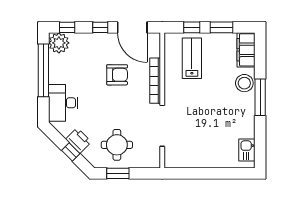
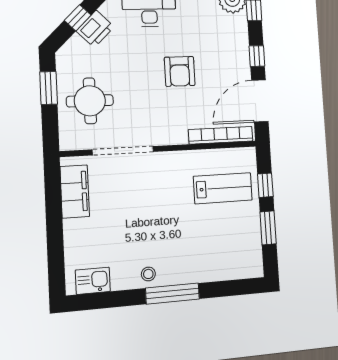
filing cabinet: (246, 50) -> (75, 191), moved, turned 90
armchair: (117, 75) -> (180, 71), moved
bookcase: (155, 81) -> (221, 135), moved
stool: (244, 83) -> (148, 274), moved, width x0.53, depth x0.53
round table: (117, 145) -> (90, 101), moved

